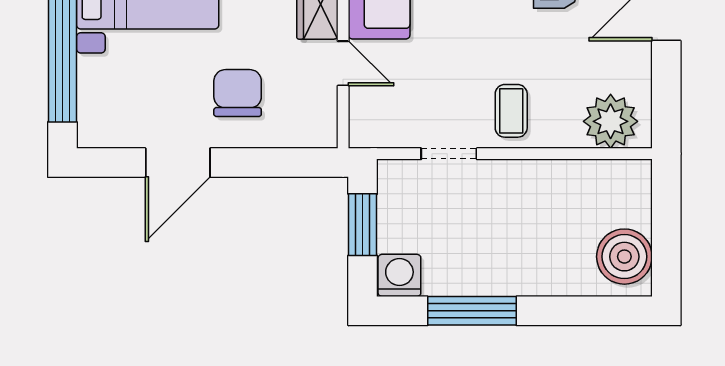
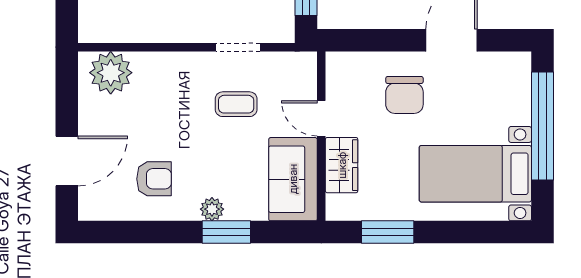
coffee table: (511, 111) -> (236, 104), moved, turned 90

